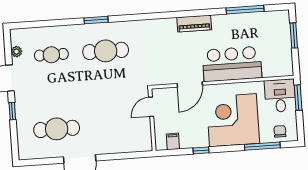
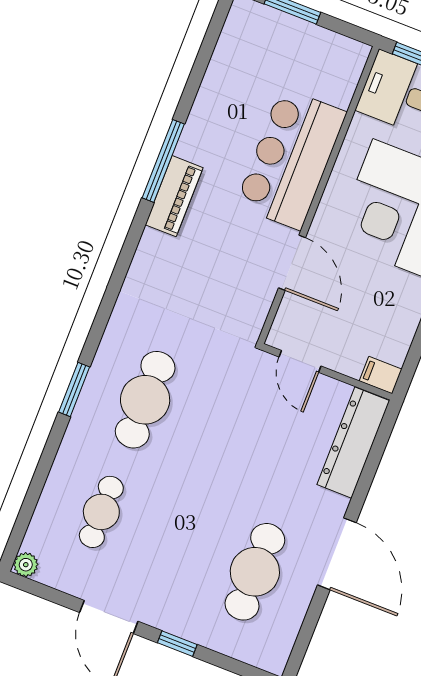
window: (245, 10) -> (163, 161), moved
plant: (16, 52) -> (26, 565), moved
filing cabinet: (173, 141) -> (381, 375), moved
dresser: (128, 144) -> (353, 443), added

